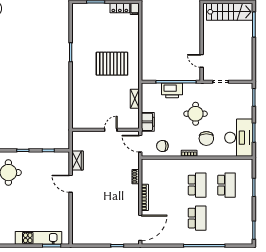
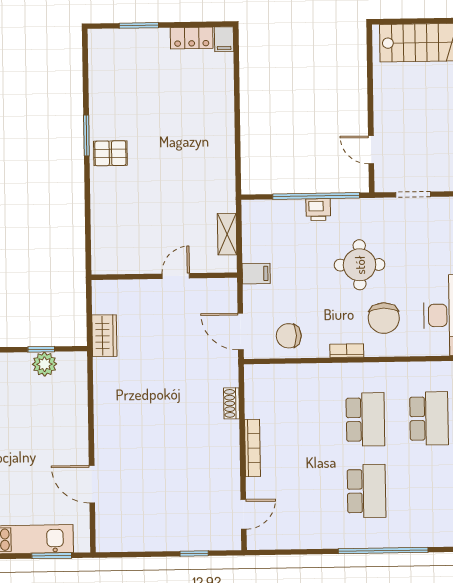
pallet: (112, 64) -> (110, 153), moved, width x0.49, depth x0.50
printer: (172, 90) -> (318, 210), width x0.53, depth x0.68
filing cabinet: (148, 122) -> (256, 274), width x0.50
wall: (105, 130) -> (164, 276), moved
door: (111, 130) -> (176, 276), moved
plant: (50, 157) -> (45, 364), added
wardrobe: (77, 160) -> (104, 336), moved
door: (71, 184) -> (92, 484), moved
door: (140, 228) -> (243, 514), width x0.53

